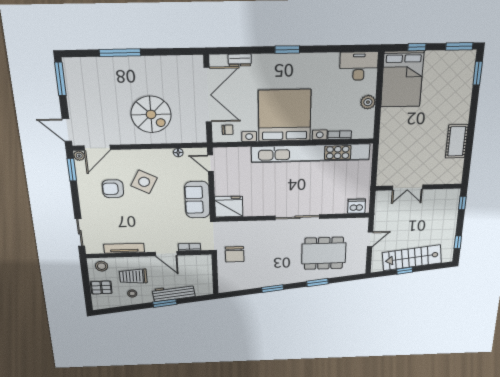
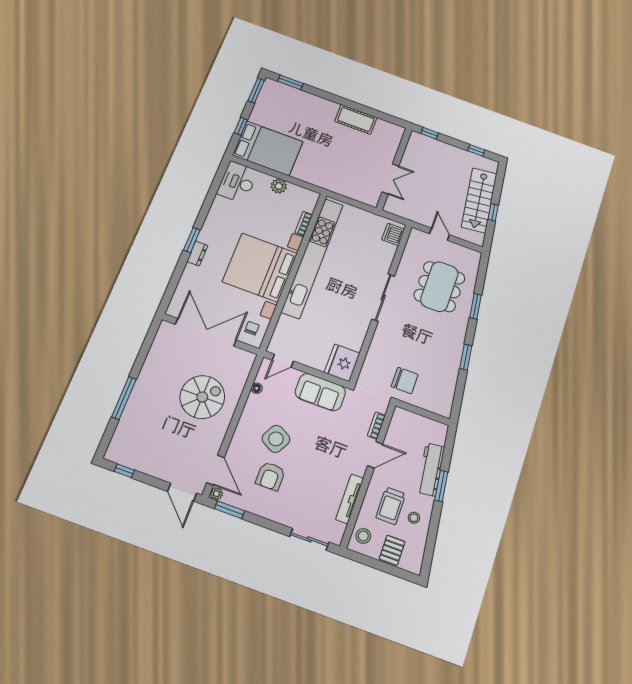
dresser: (240, 60) -> (197, 253), moved
window: (60, 79) -> (124, 471), width x0.46
door: (67, 130) -> (182, 492), hinge flipped

